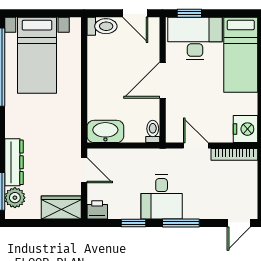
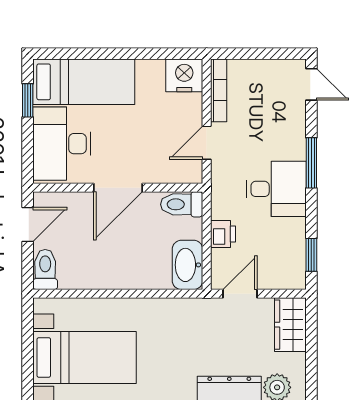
window: (189, 13) -> (28, 100), moved
door: (163, 80) -> (118, 188), hinge flipped
toilet: (153, 131) -> (182, 204), width x1.37, depth x1.39
printer: (97, 210) -> (223, 234), moved, turned 180
window: (134, 223) -> (311, 255), moved

